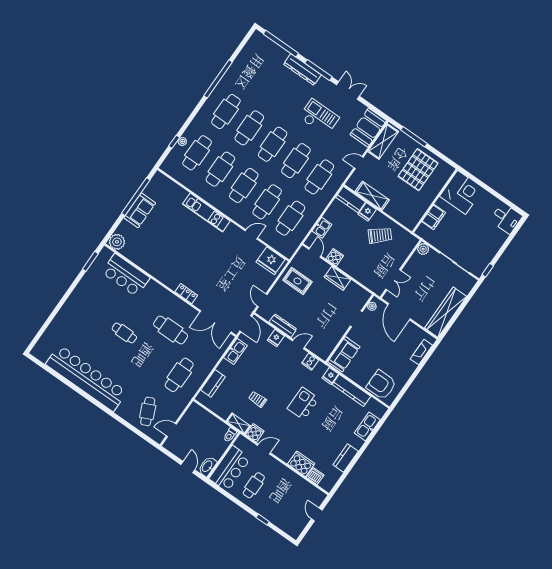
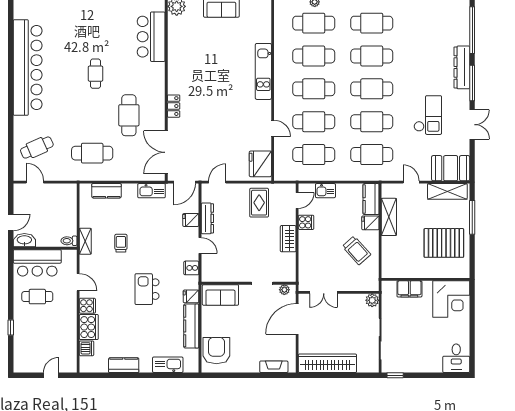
kitchen island: (303, 404) -> (147, 289), turned -90
cooker: (255, 433) -> (87, 306), moved

